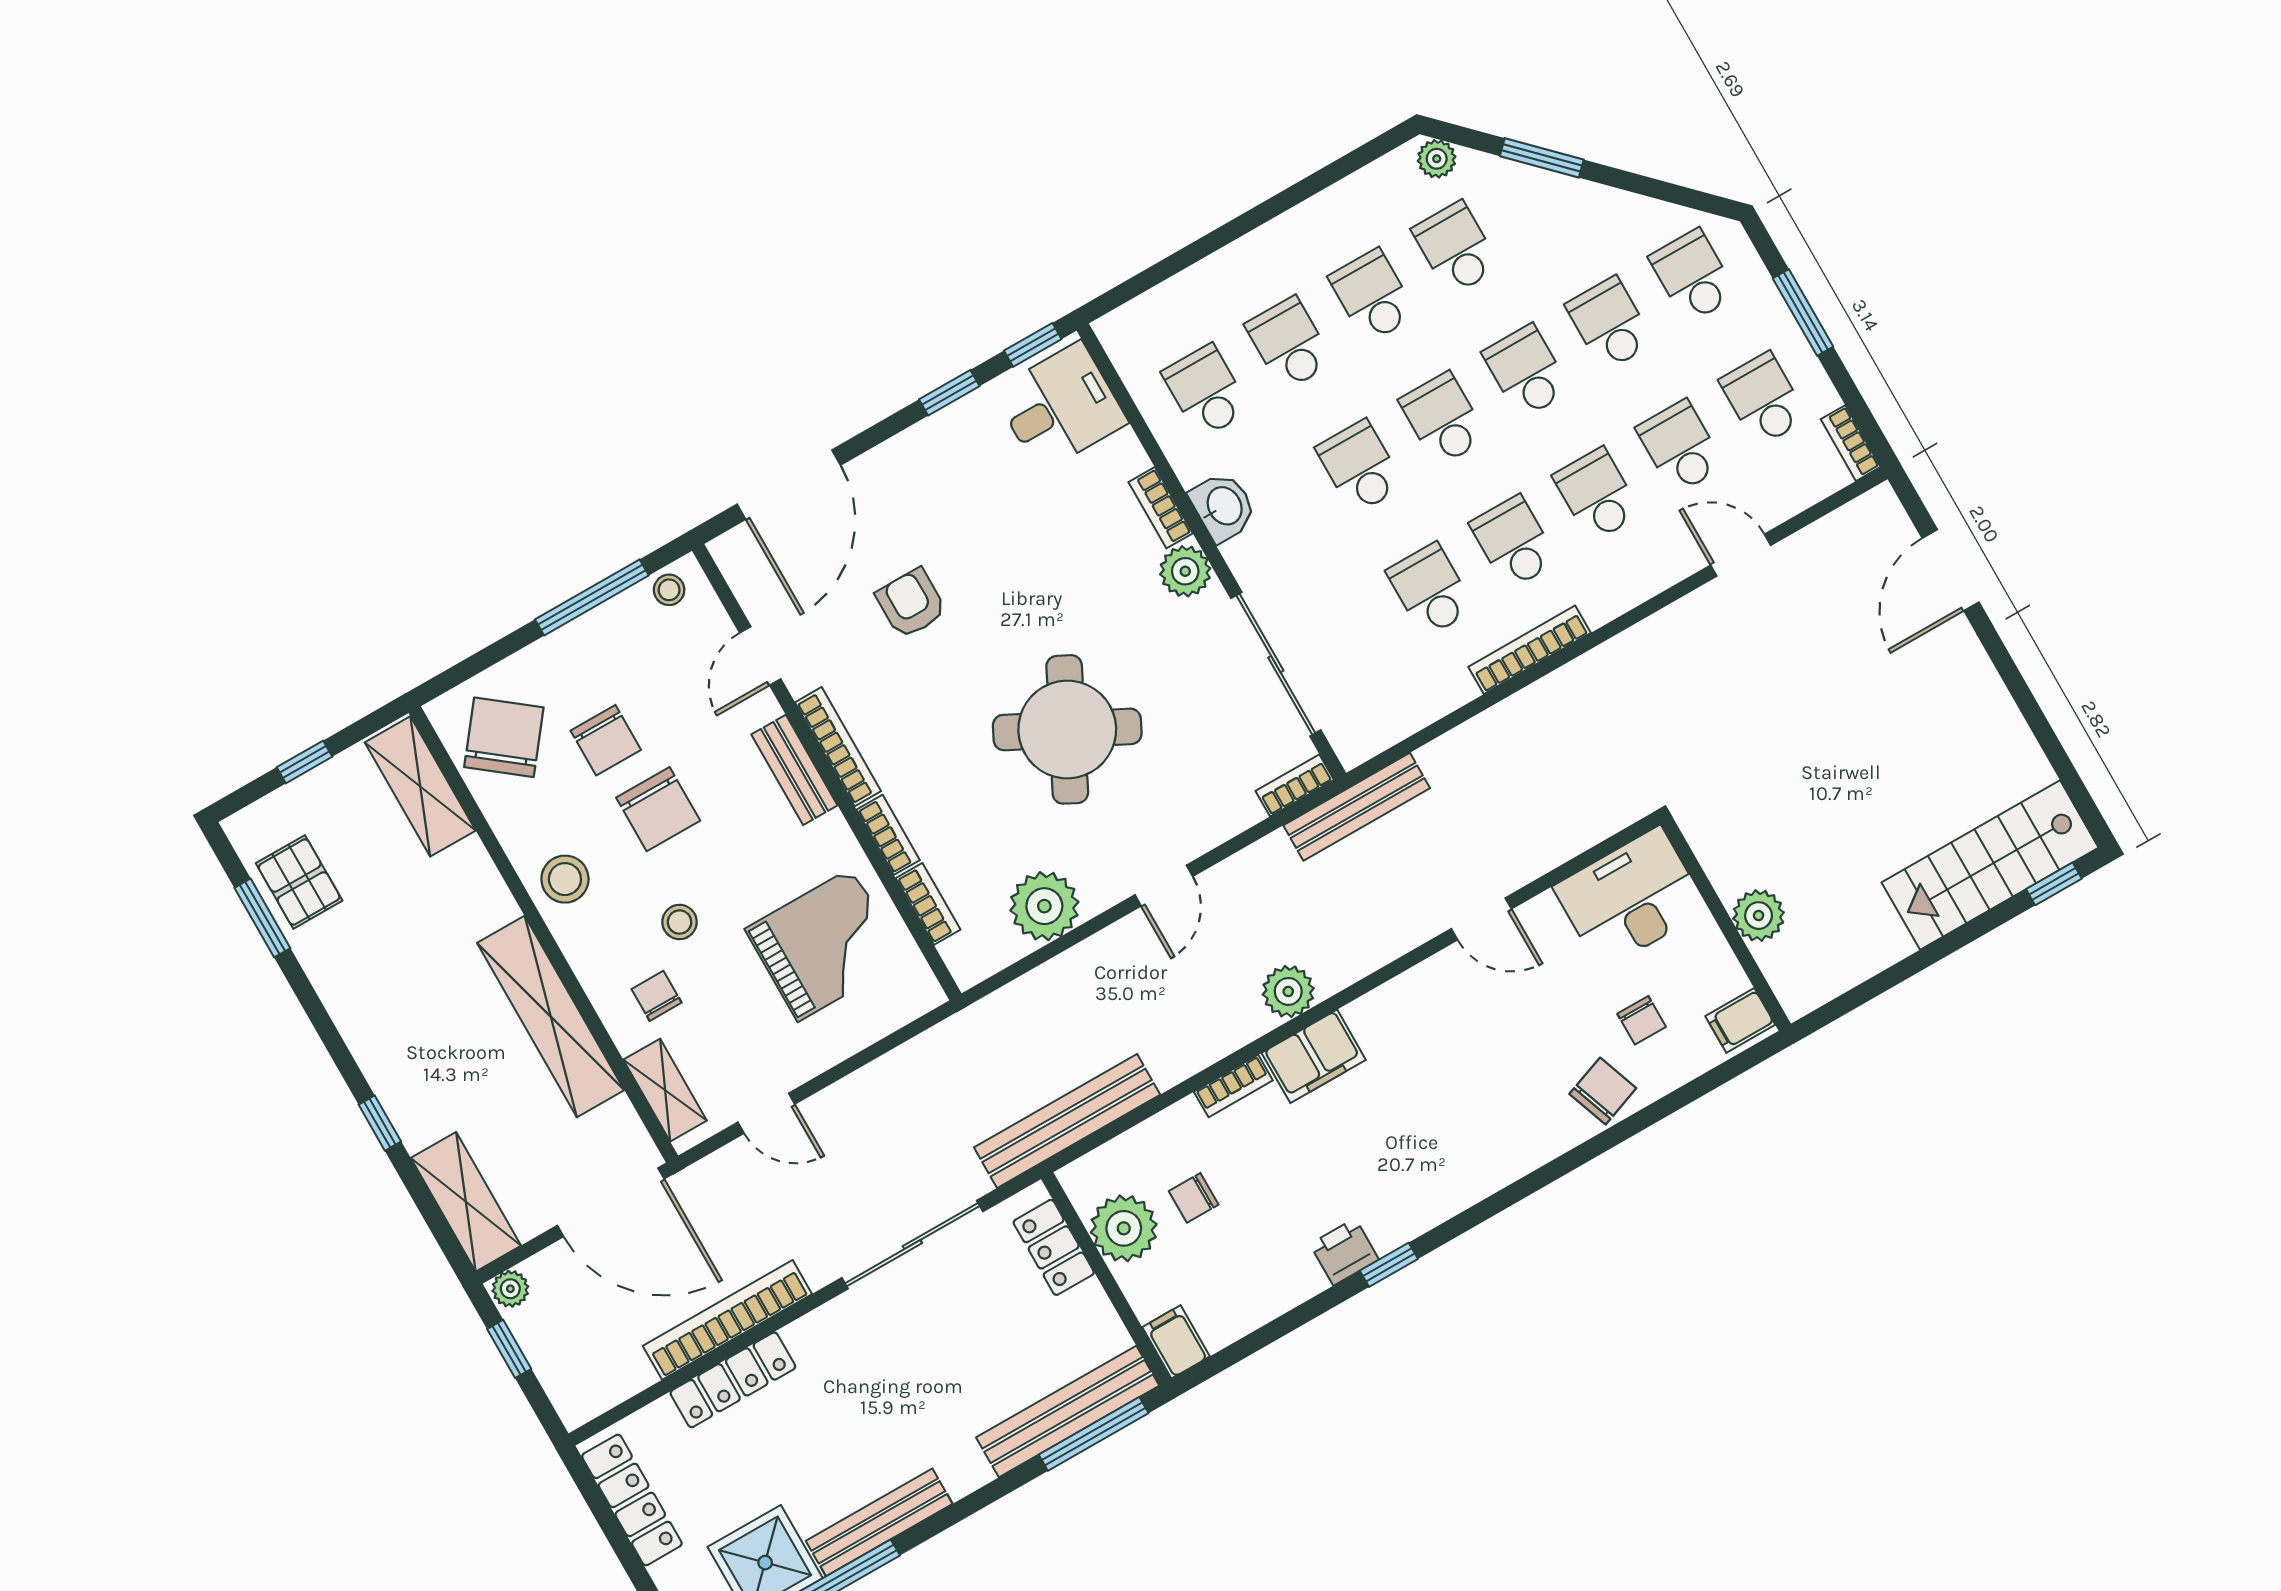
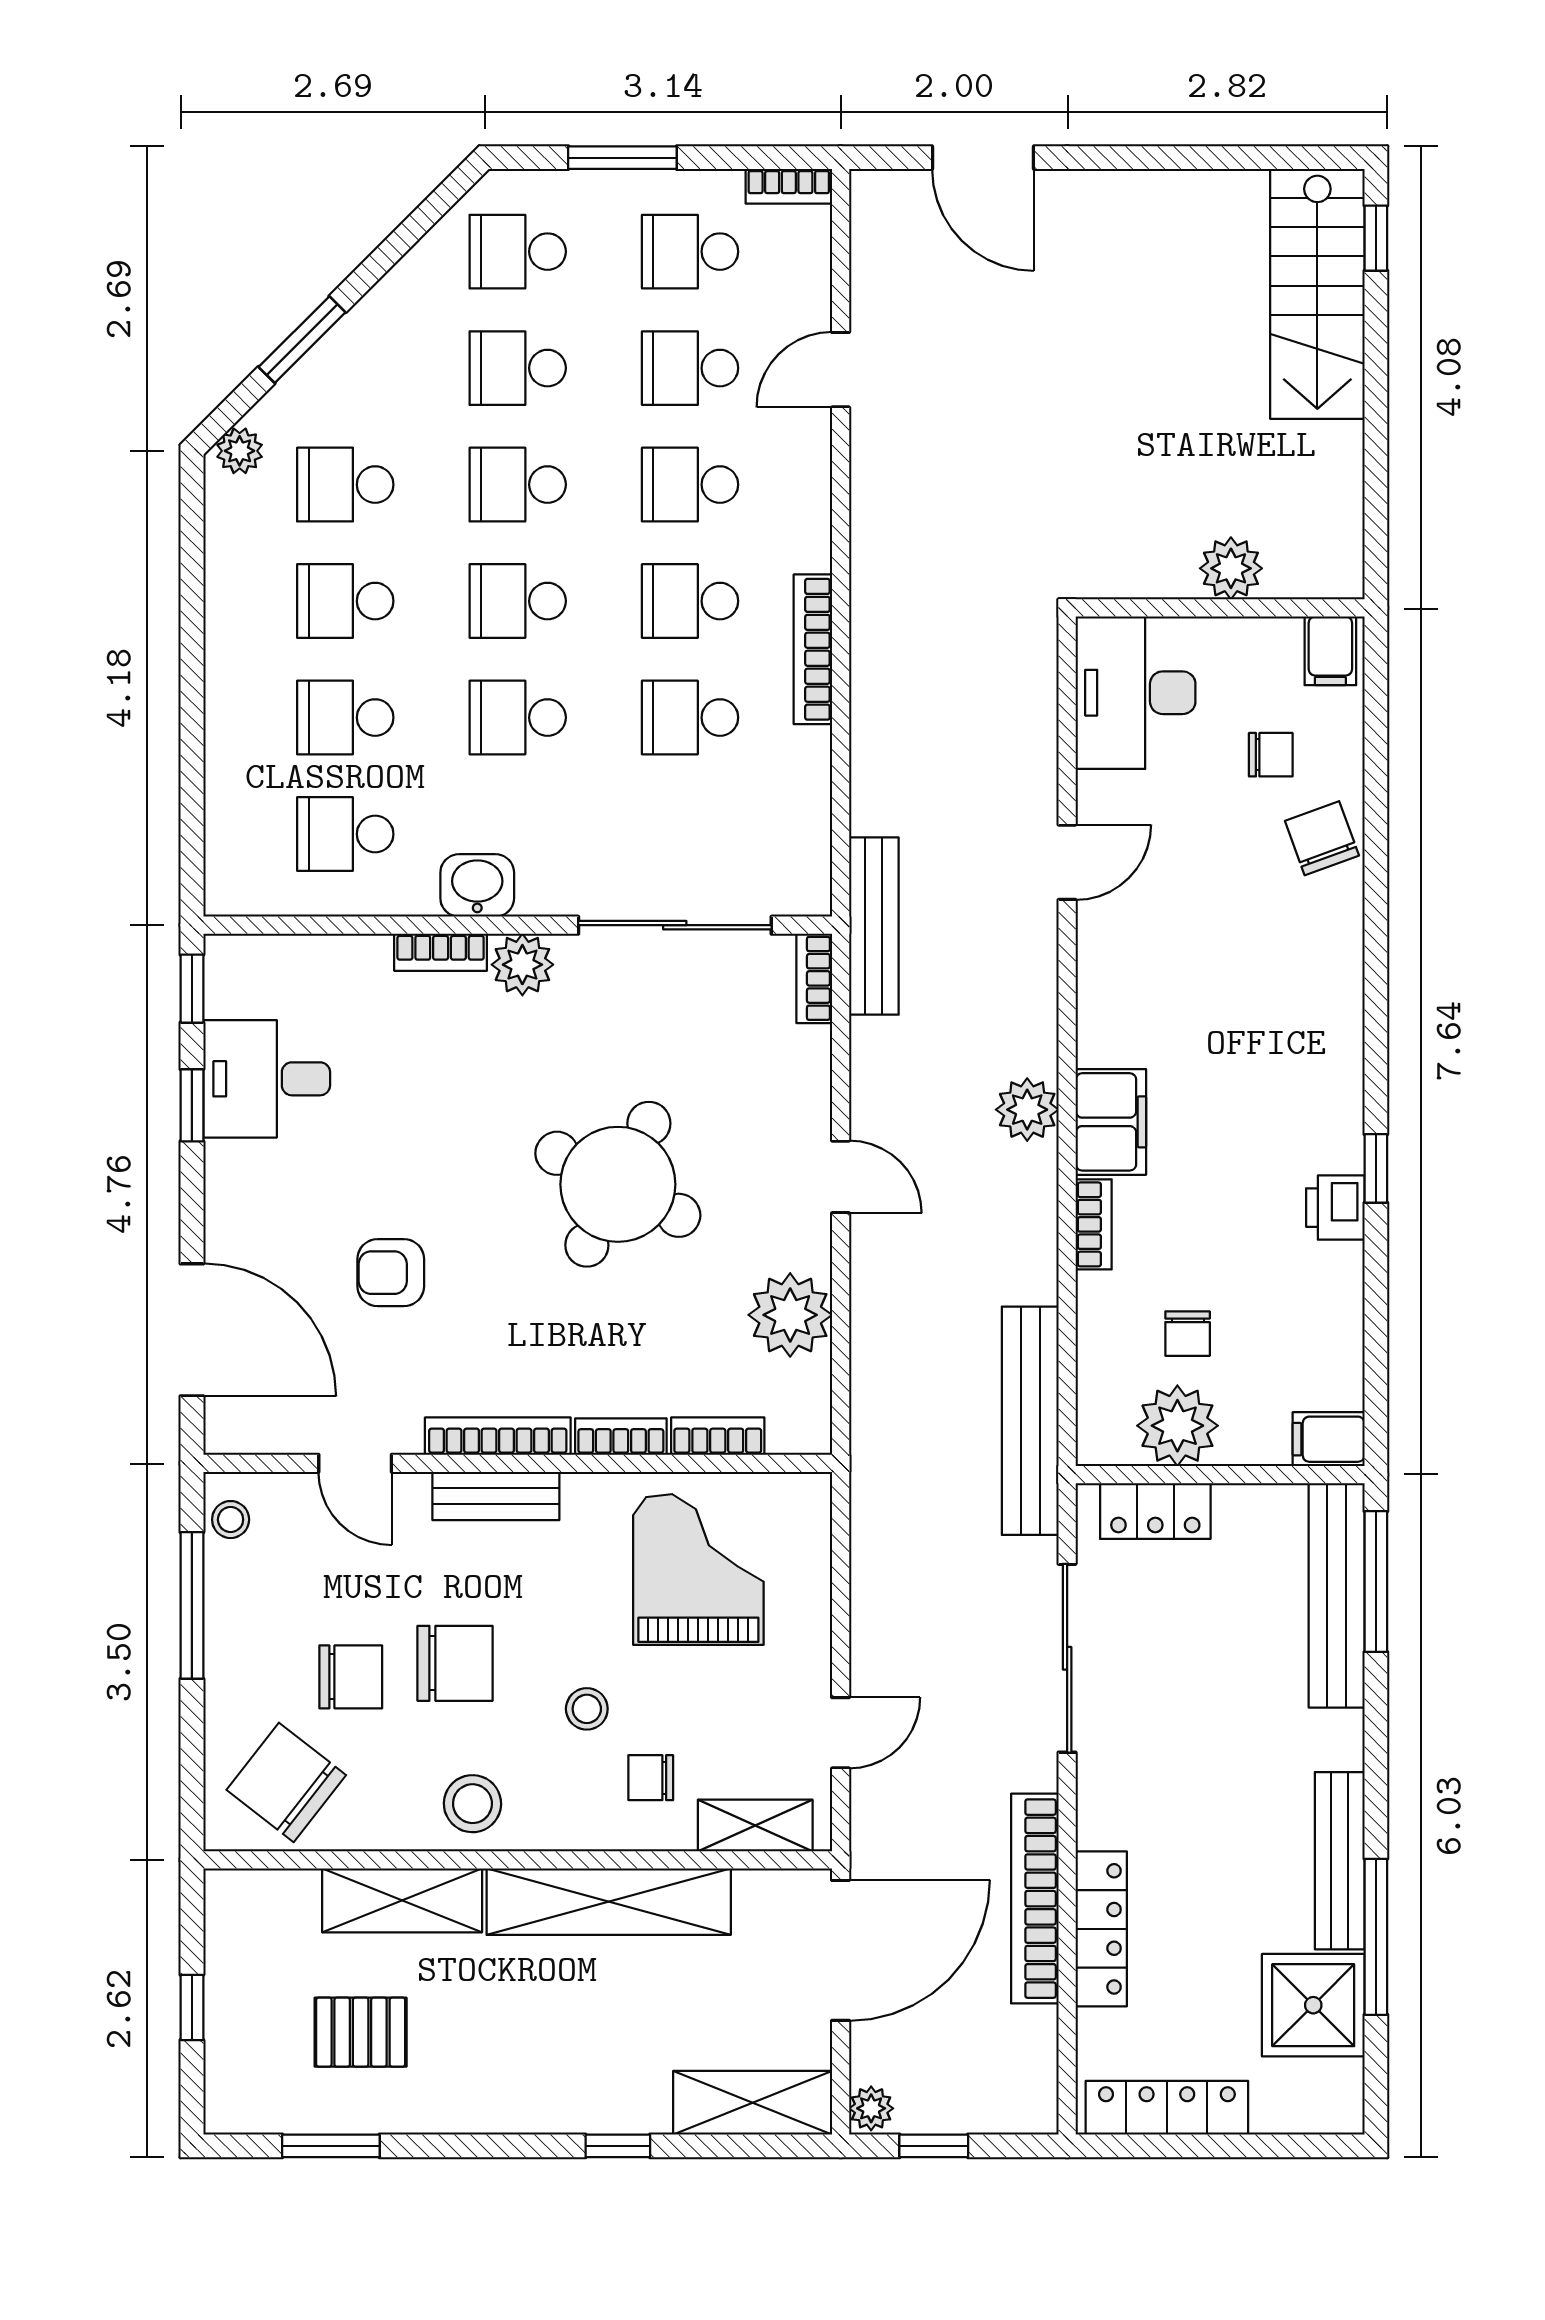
desk: (1060, 407) -> (267, 1079), moved, turned -90
shelving: (420, 786) -> (402, 1900), moved
pallet: (299, 882) -> (361, 2032), moved

